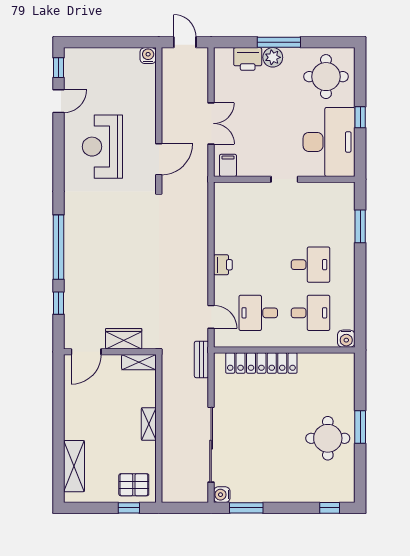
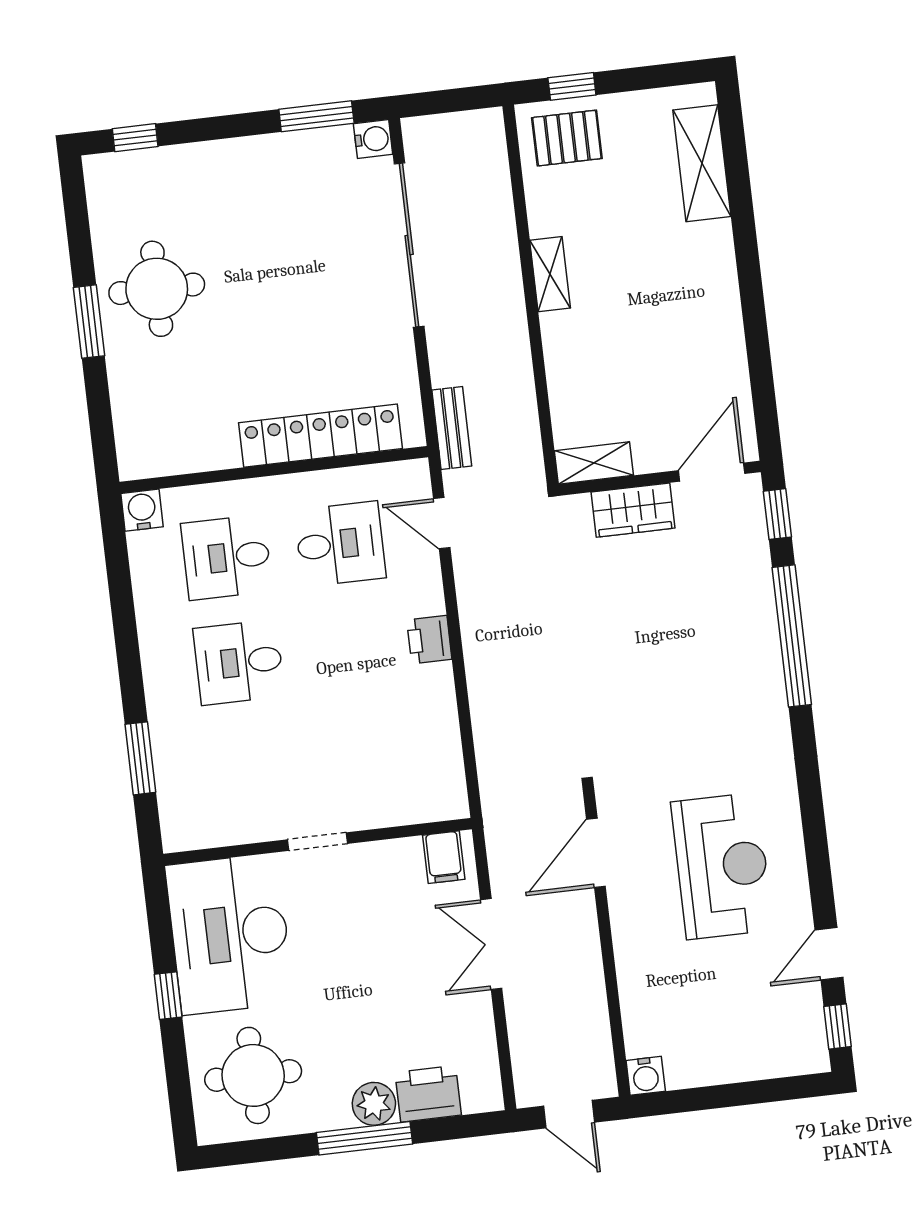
wardrobe: (124, 339) -> (633, 510), moved
door: (86, 352) -> (712, 472), moved
wall: (110, 352) -> (660, 478), moved
shelving: (139, 362) -> (594, 463), moved

